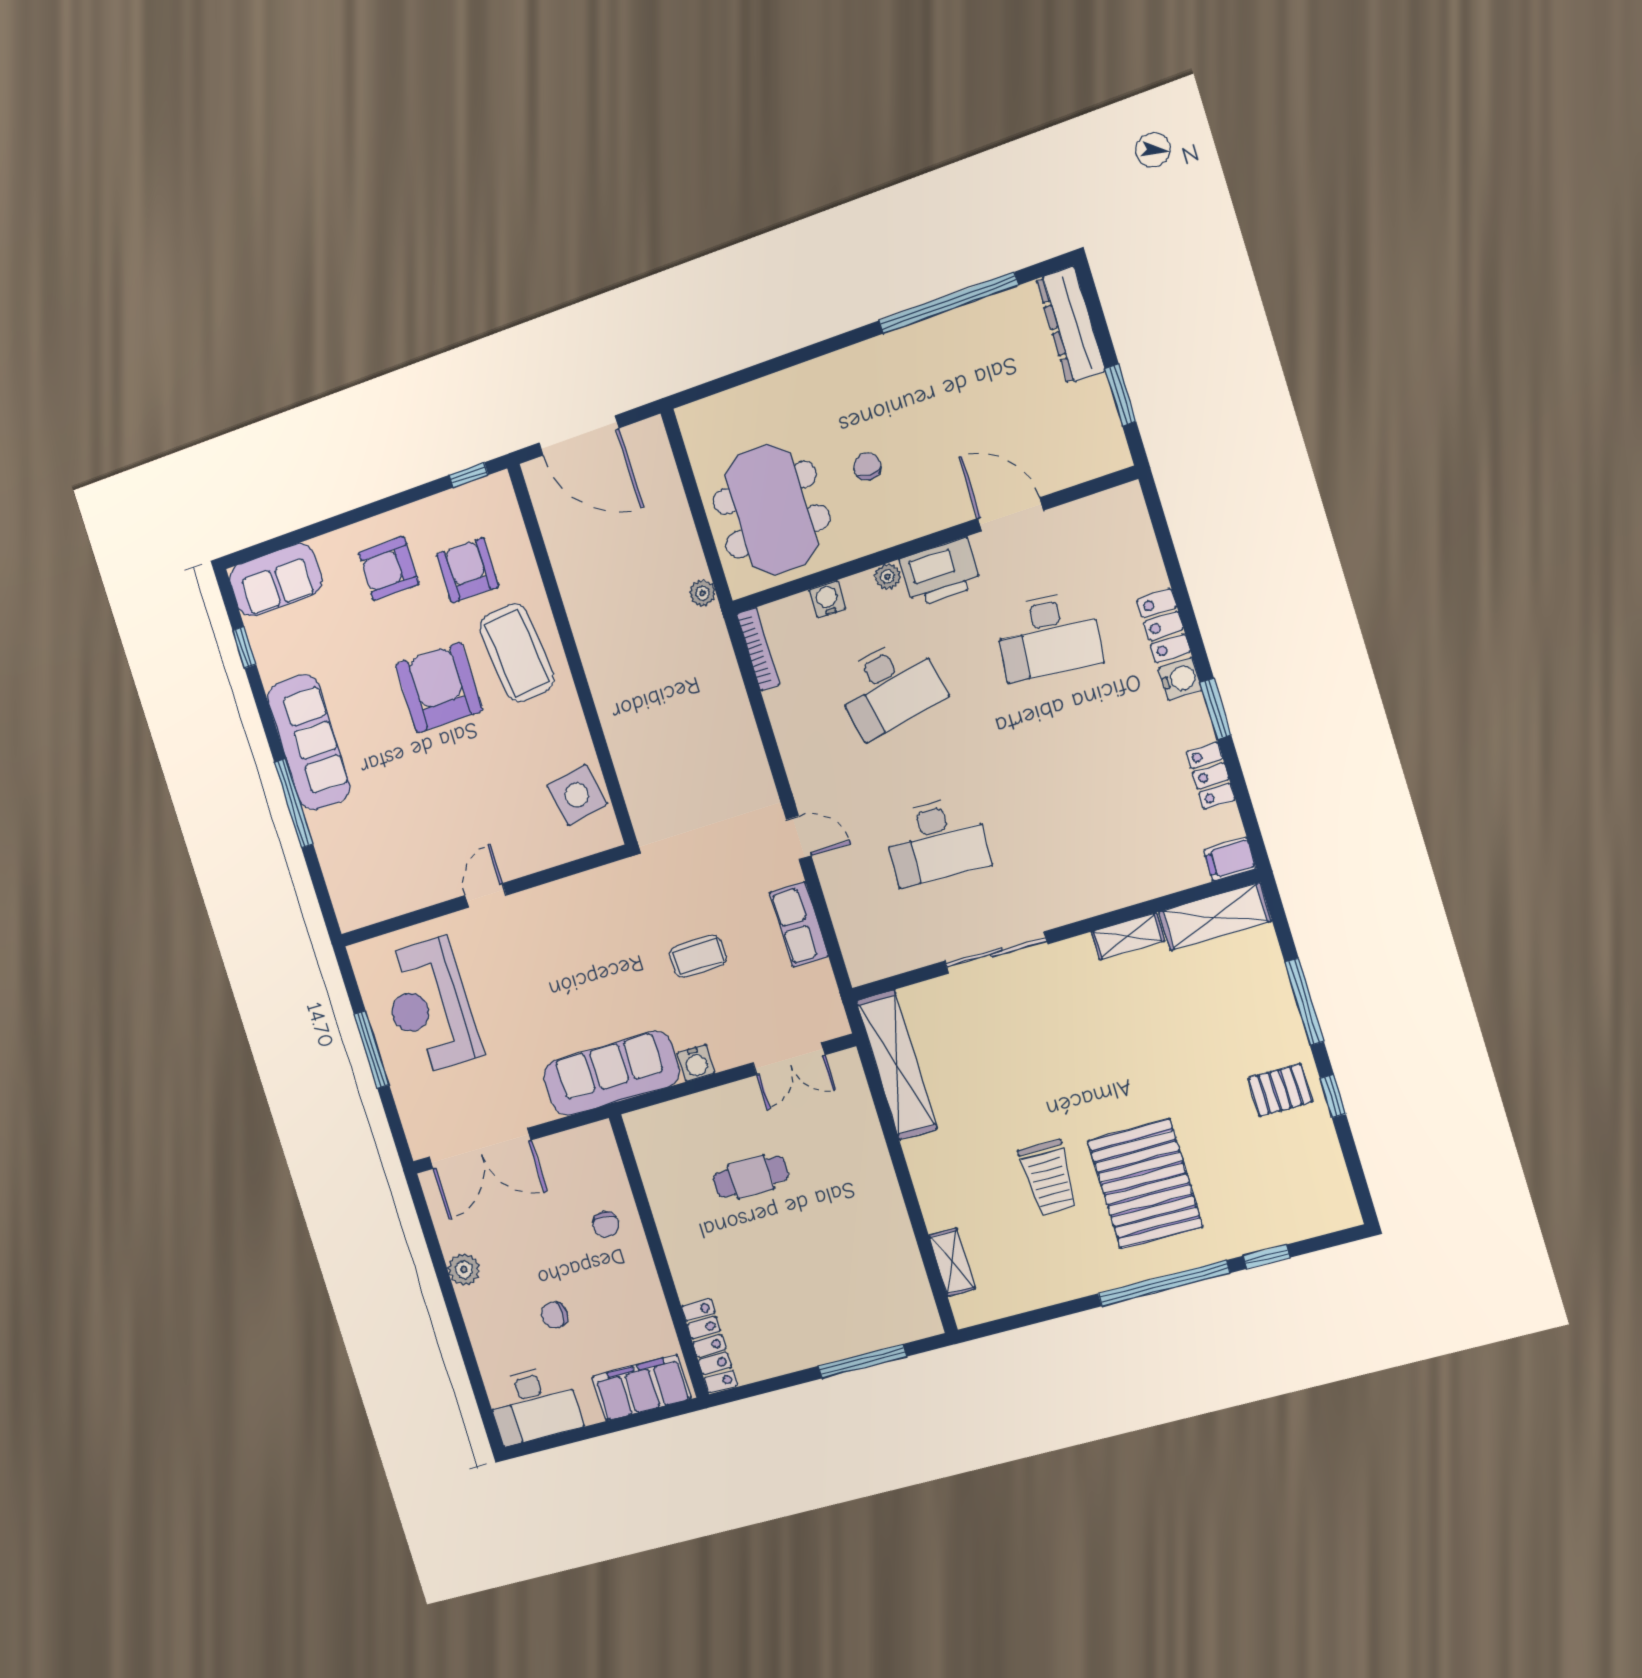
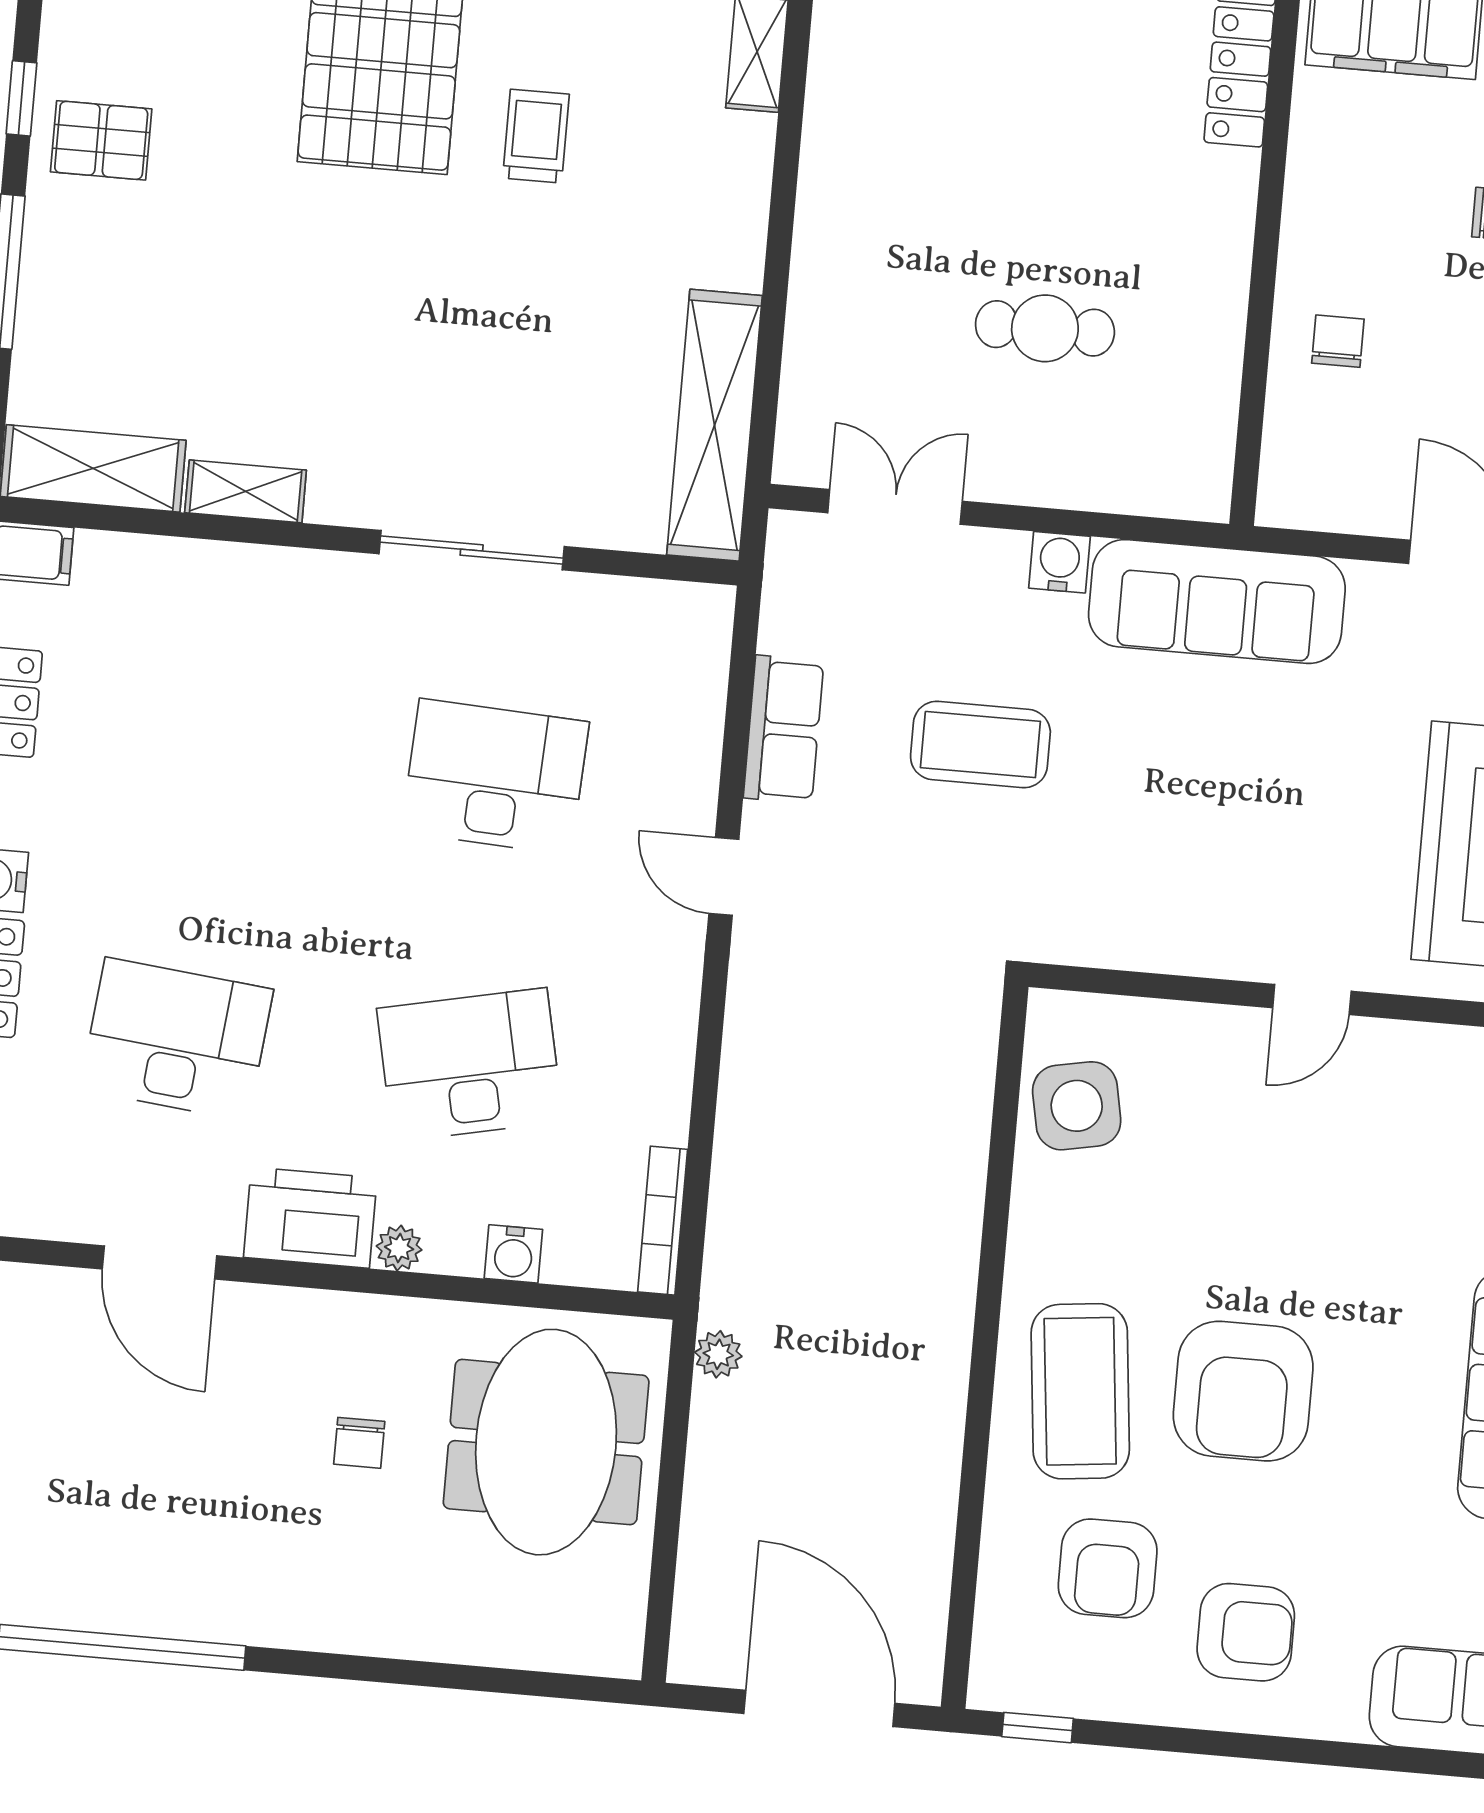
coffee table: (698, 956) -> (980, 744), width x1.36, depth x1.30
trolley: (1049, 1177) -> (536, 136), width x0.73, depth x0.72

